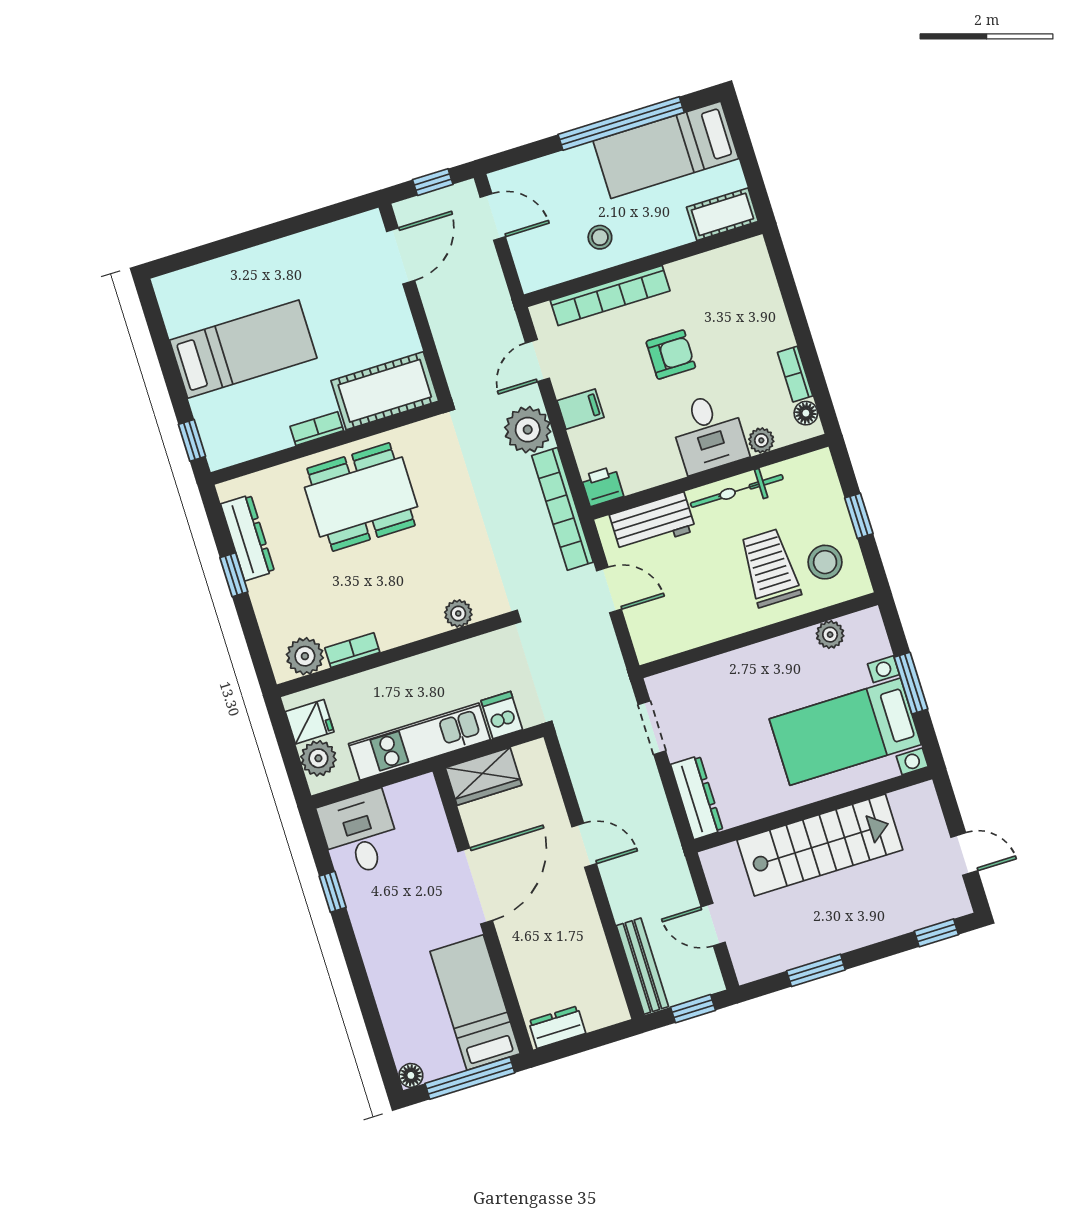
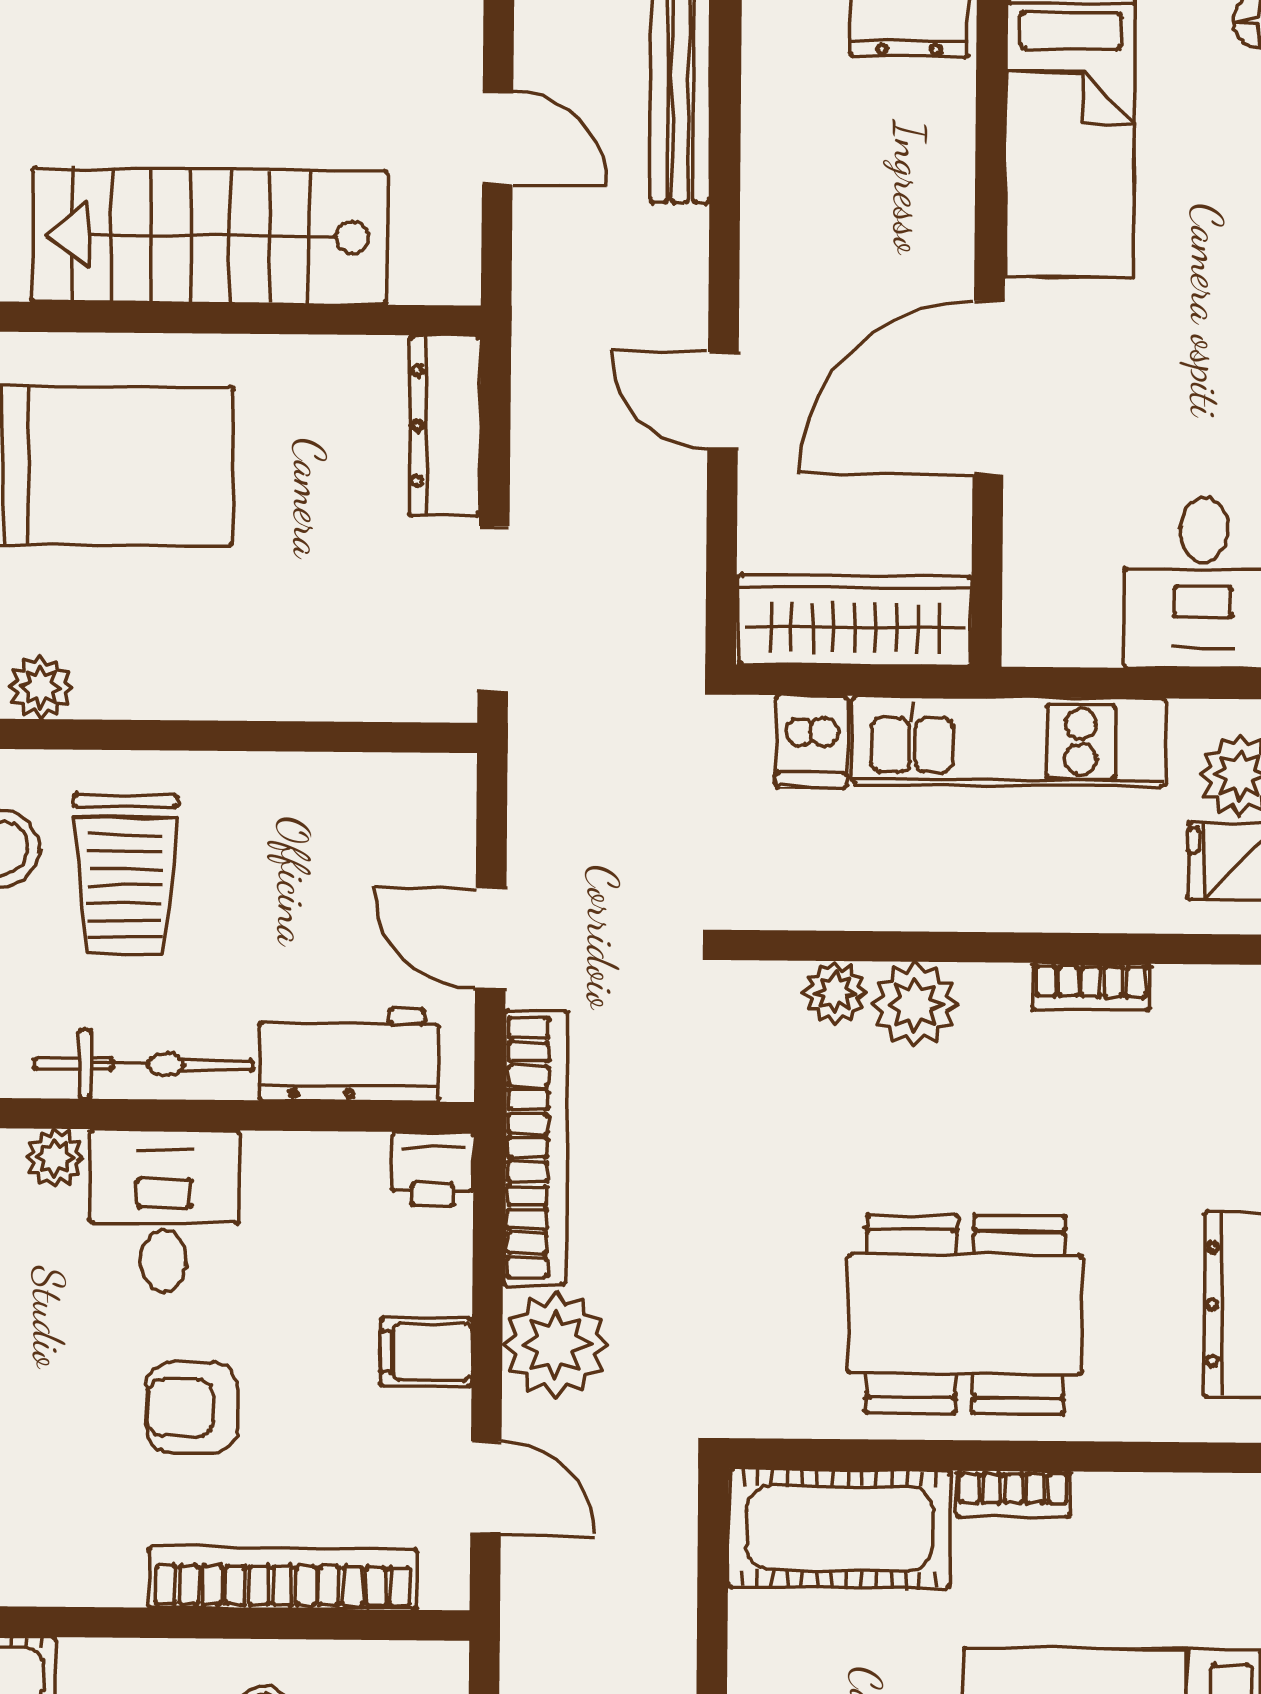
door: (538, 361) -> (486, 1488), hinge flipped
plant: (305, 656) -> (915, 1005), moved
doorway: (652, 728) -> (494, 609), width x1.38
wardrobe: (484, 776) -> (855, 620), width x1.50

